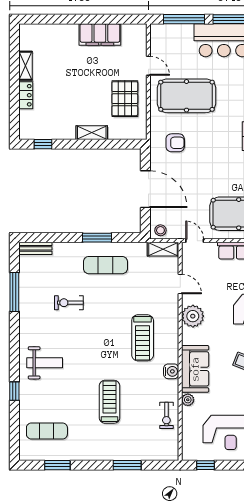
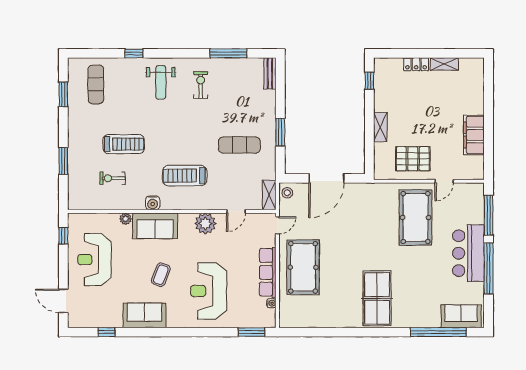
armchair: (175, 143) -> (371, 207), removed
exercise mat: (105, 265) -> (239, 145), moved, turned 90
exercise bike: (69, 303) -> (201, 85), moved
exercise bike: (166, 415) -> (113, 178), moved

